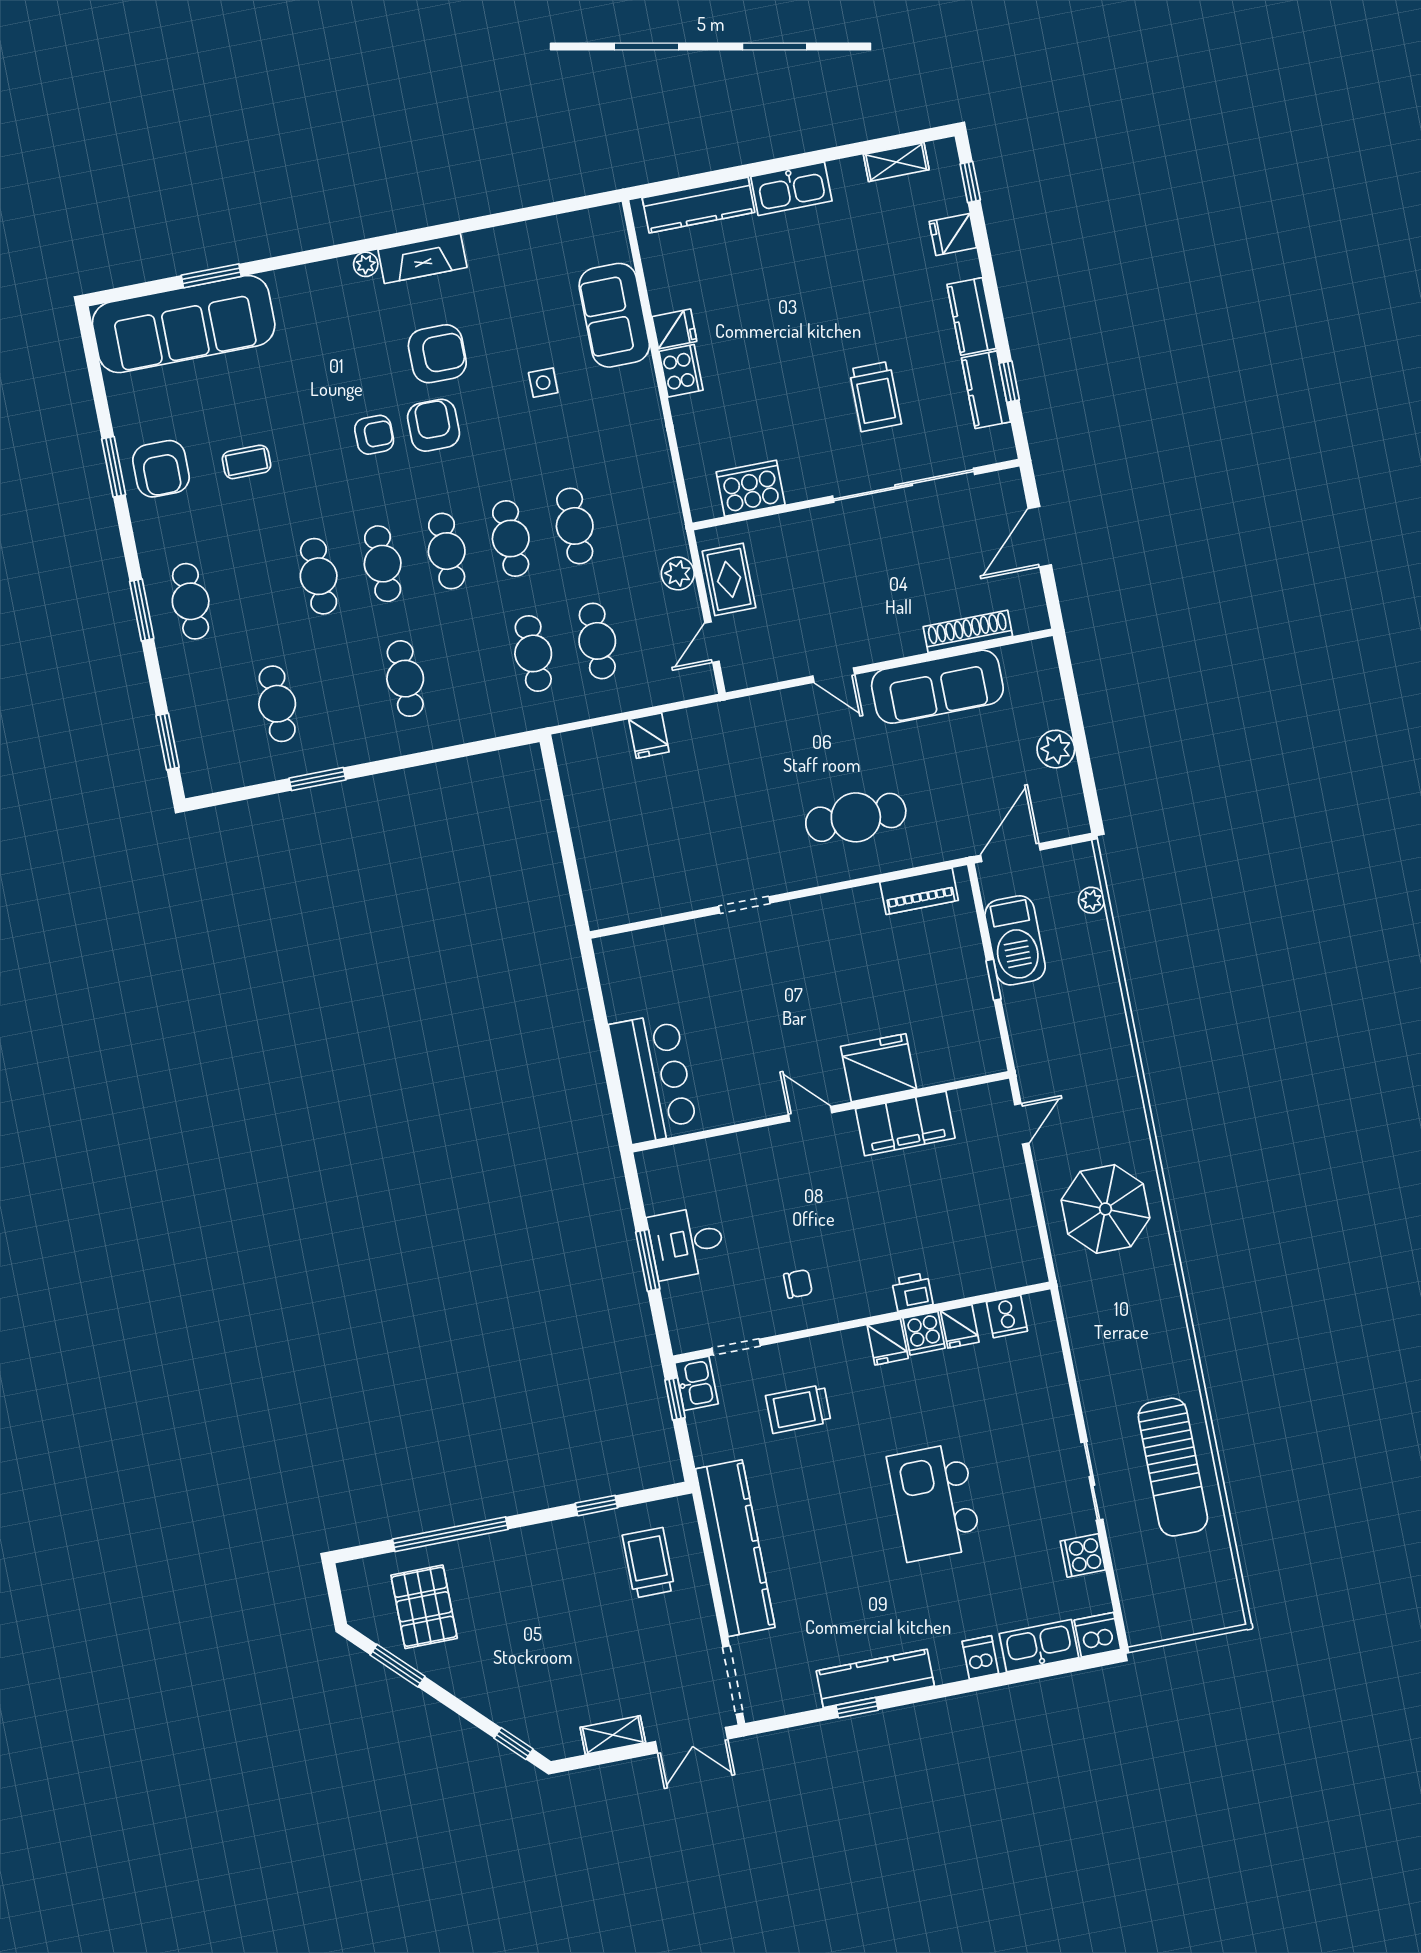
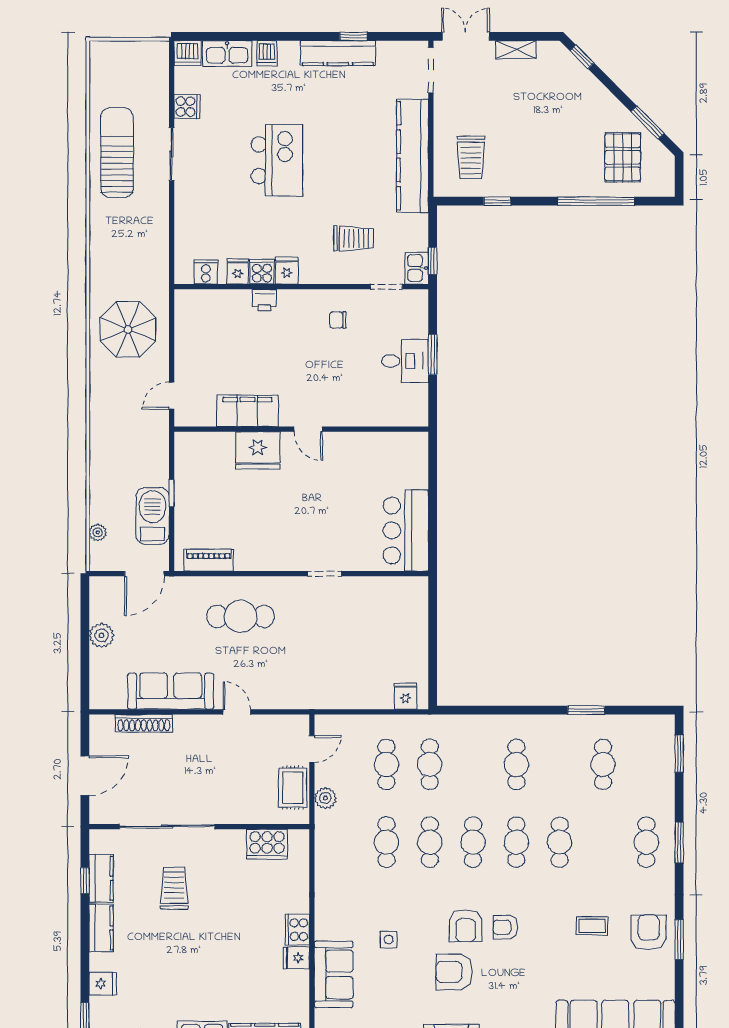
fridge: (649, 736) -> (406, 696), moved
bar counter: (653, 1078) -> (406, 530), moved

